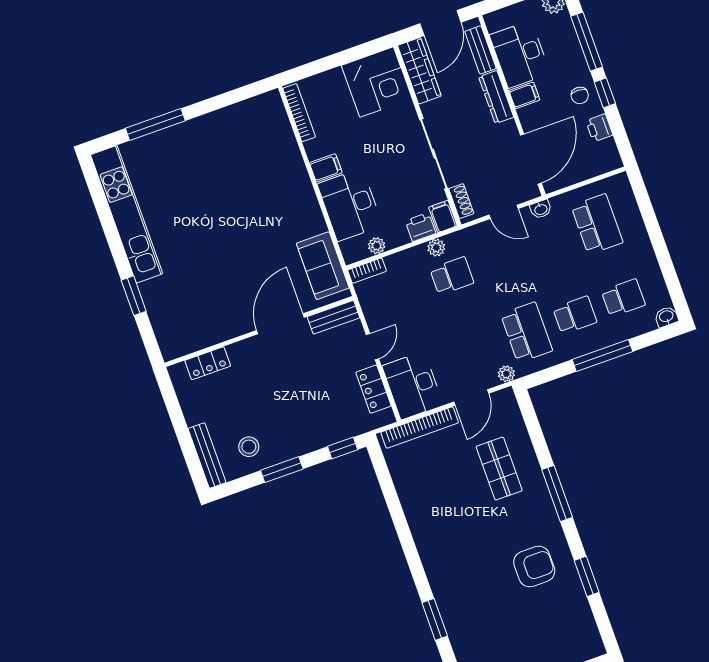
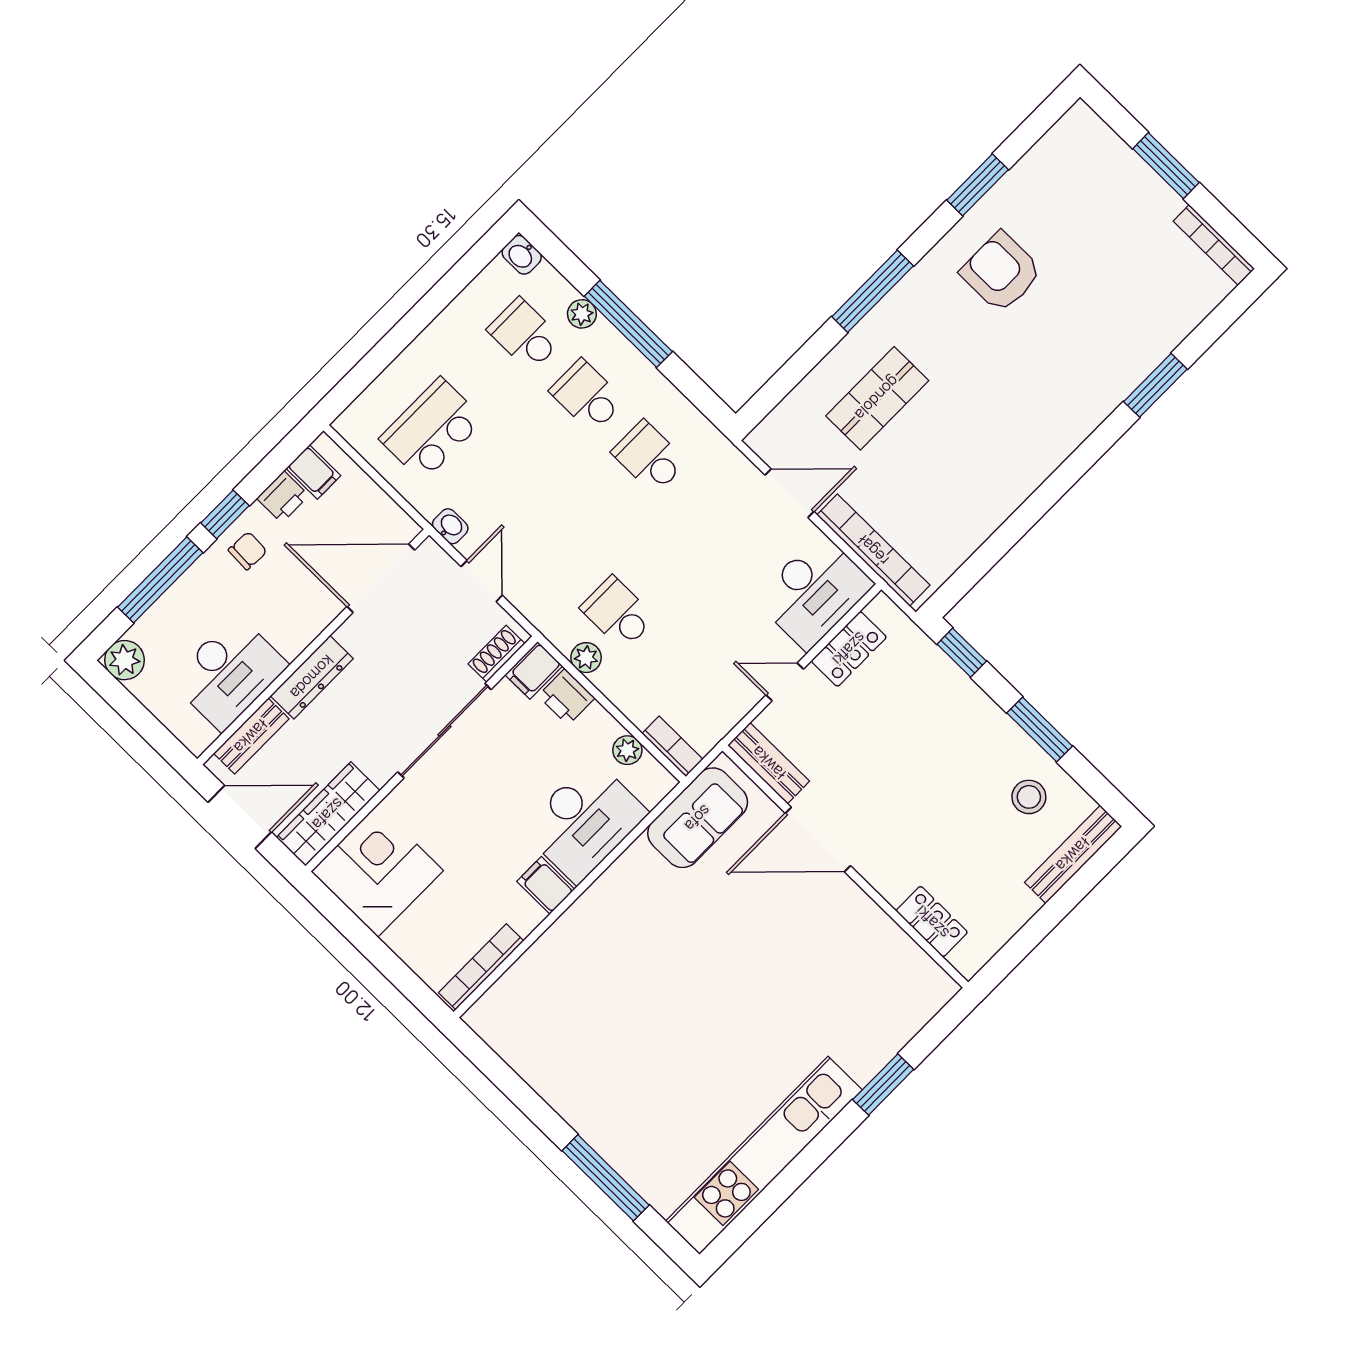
filing cabinet: (524, 95) -> (313, 472), moved, turned 180
school desk: (526, 332) -> (649, 457), width x0.54
plant: (506, 374) -> (582, 314), moved

